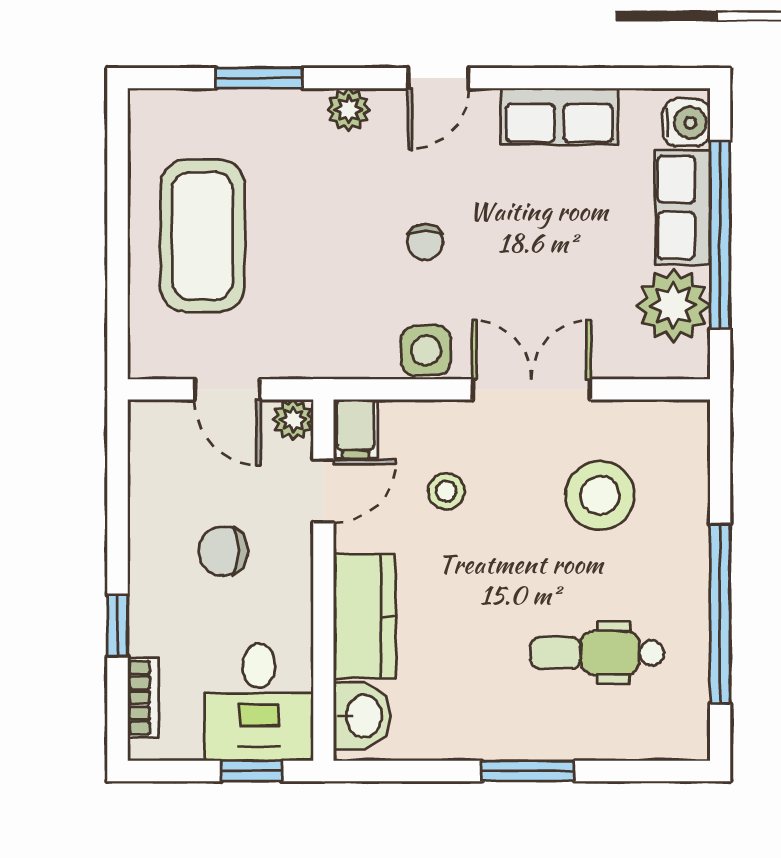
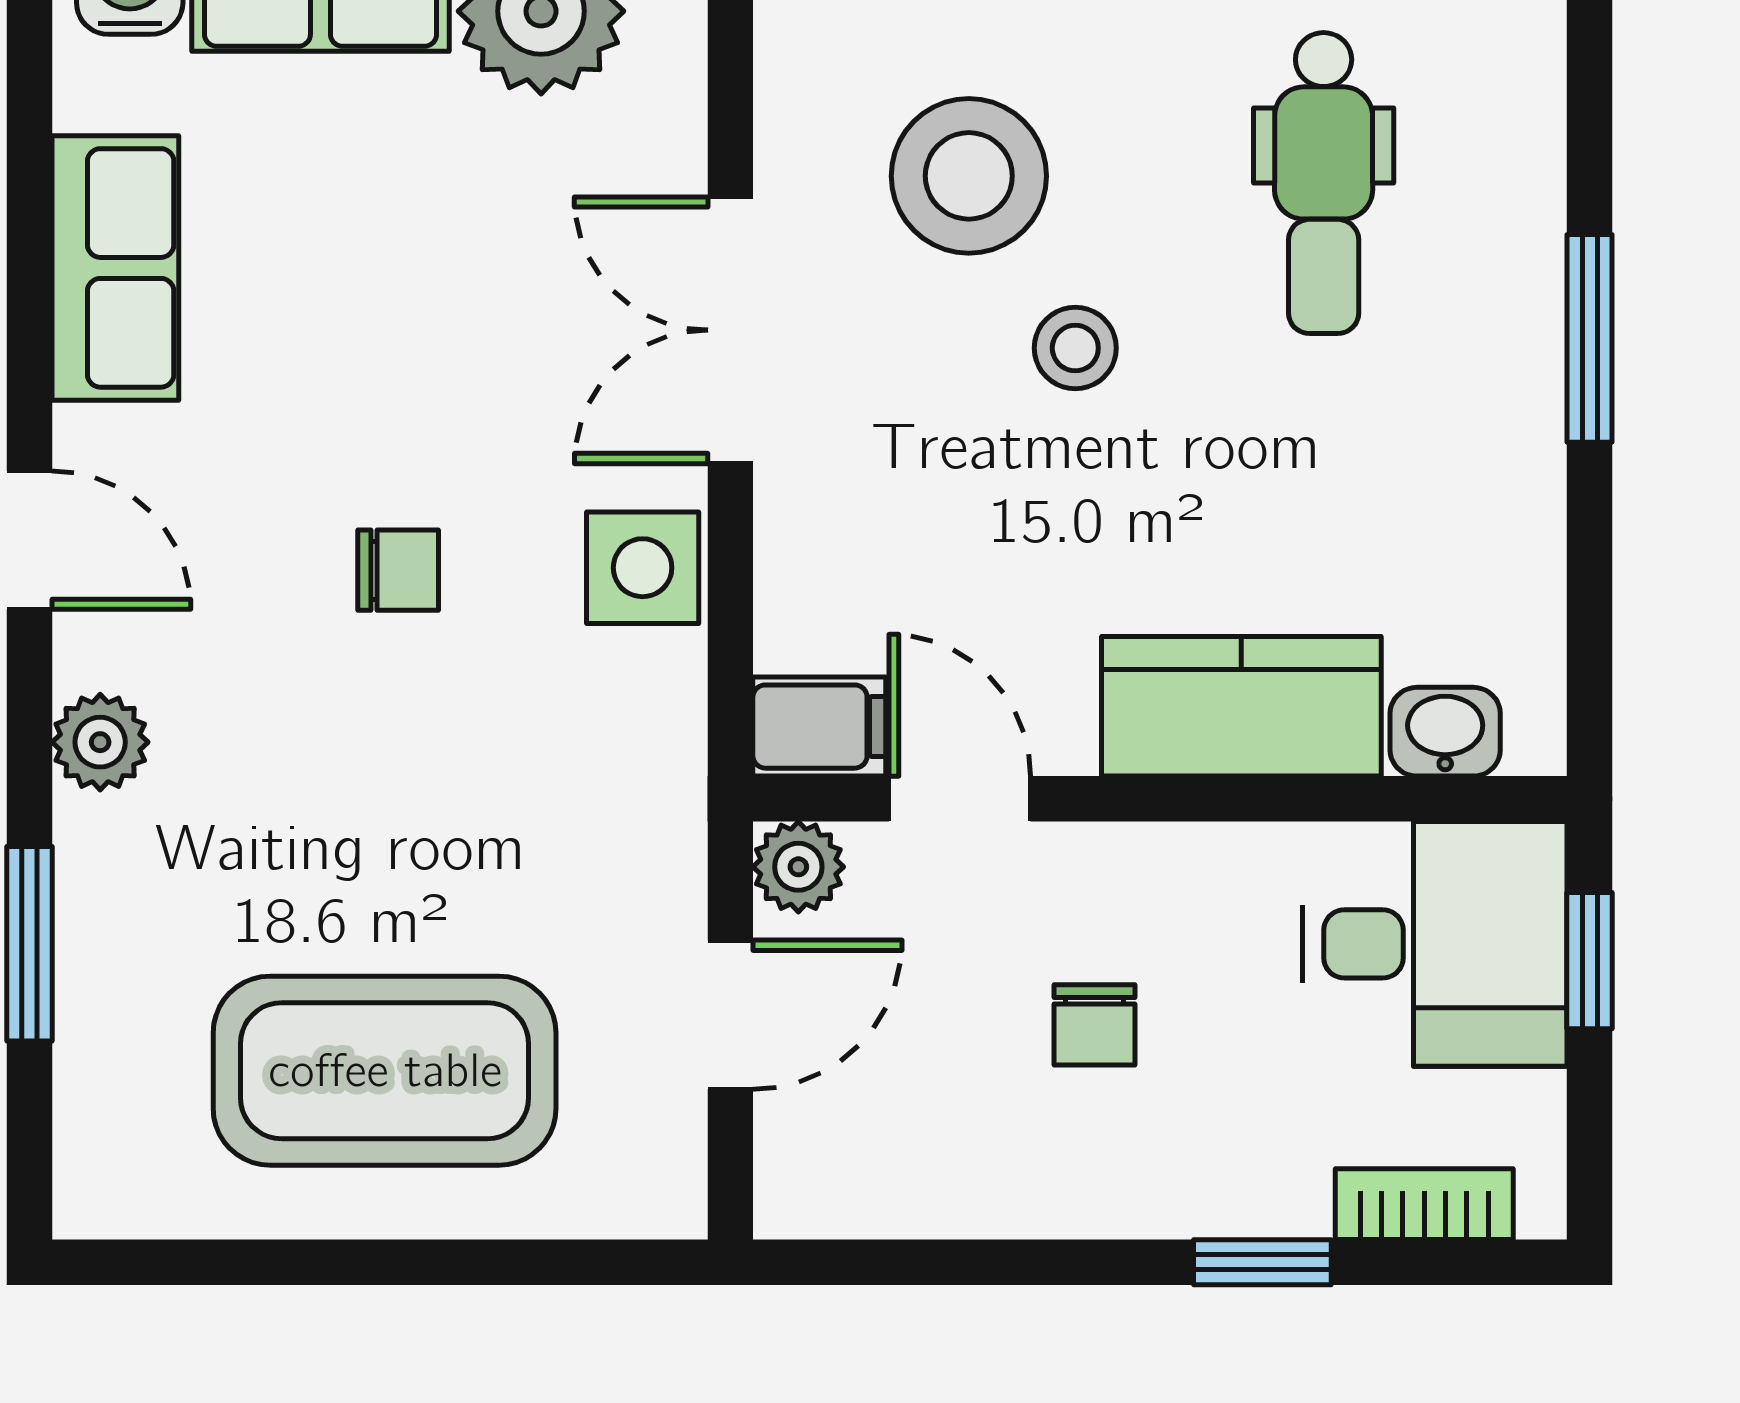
stool: (446, 491) -> (1075, 348), moved
chair: (223, 551) -> (1095, 1025), width x0.73, depth x0.73
washbasin: (362, 716) -> (1445, 732), width x0.72, depth x0.69

